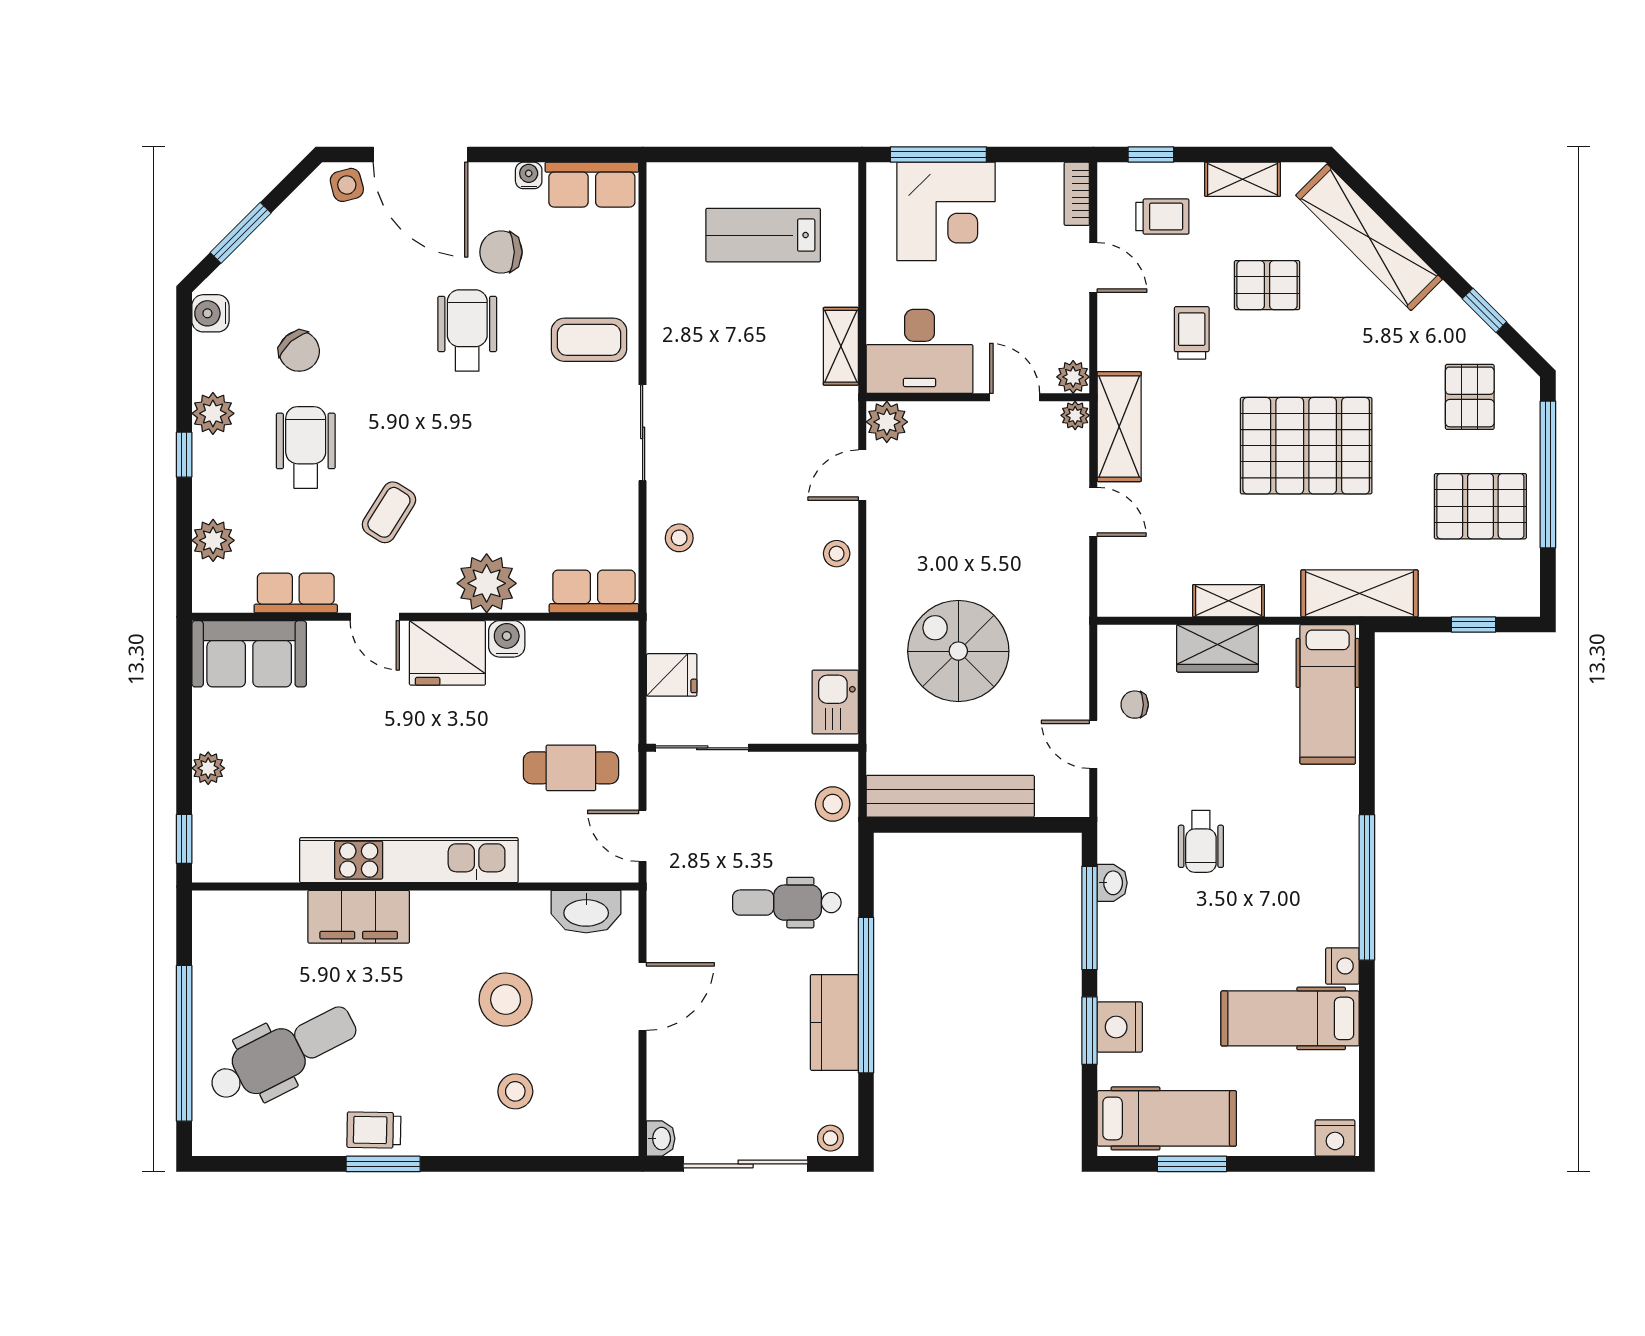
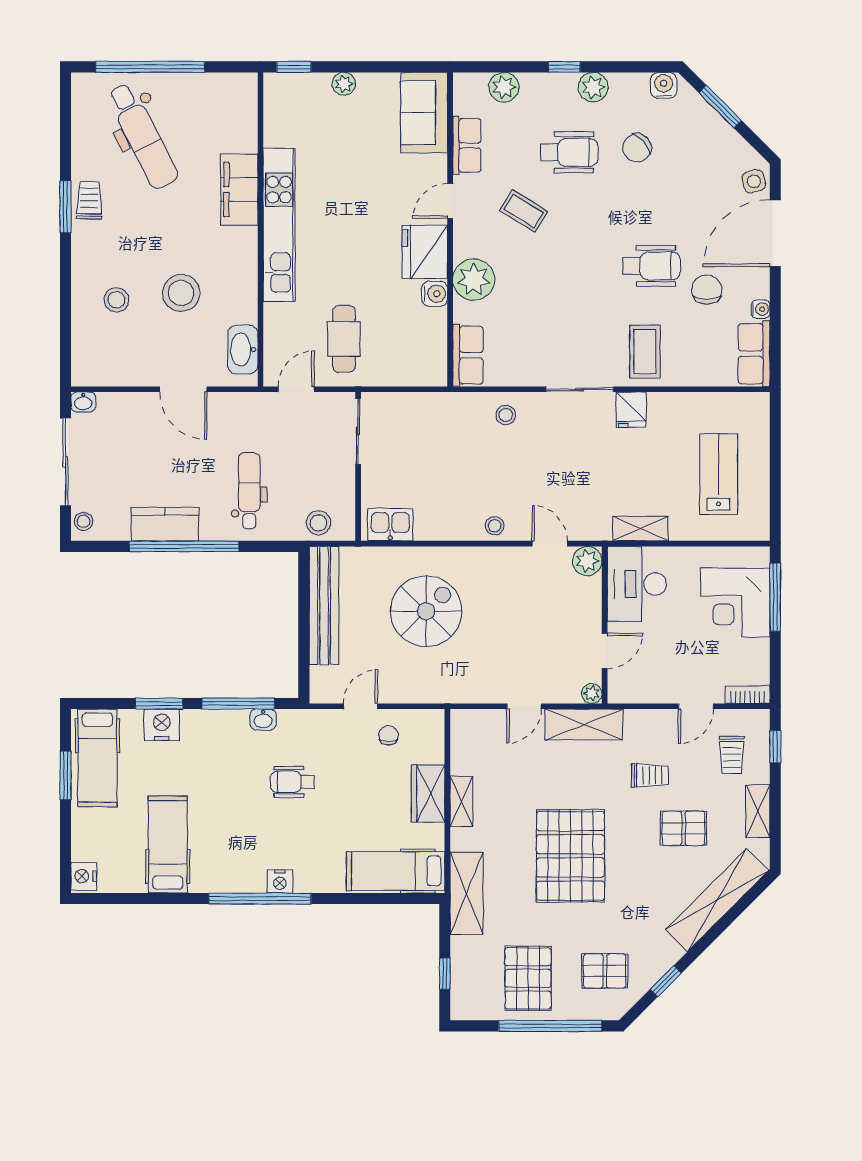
pallet: (1267, 285) -> (683, 828), turned 90
plant: (1073, 377) -> (619, 692), removed
fridge: (672, 675) -> (631, 410), moved
nightstand: (1342, 966) -> (280, 881), moved

